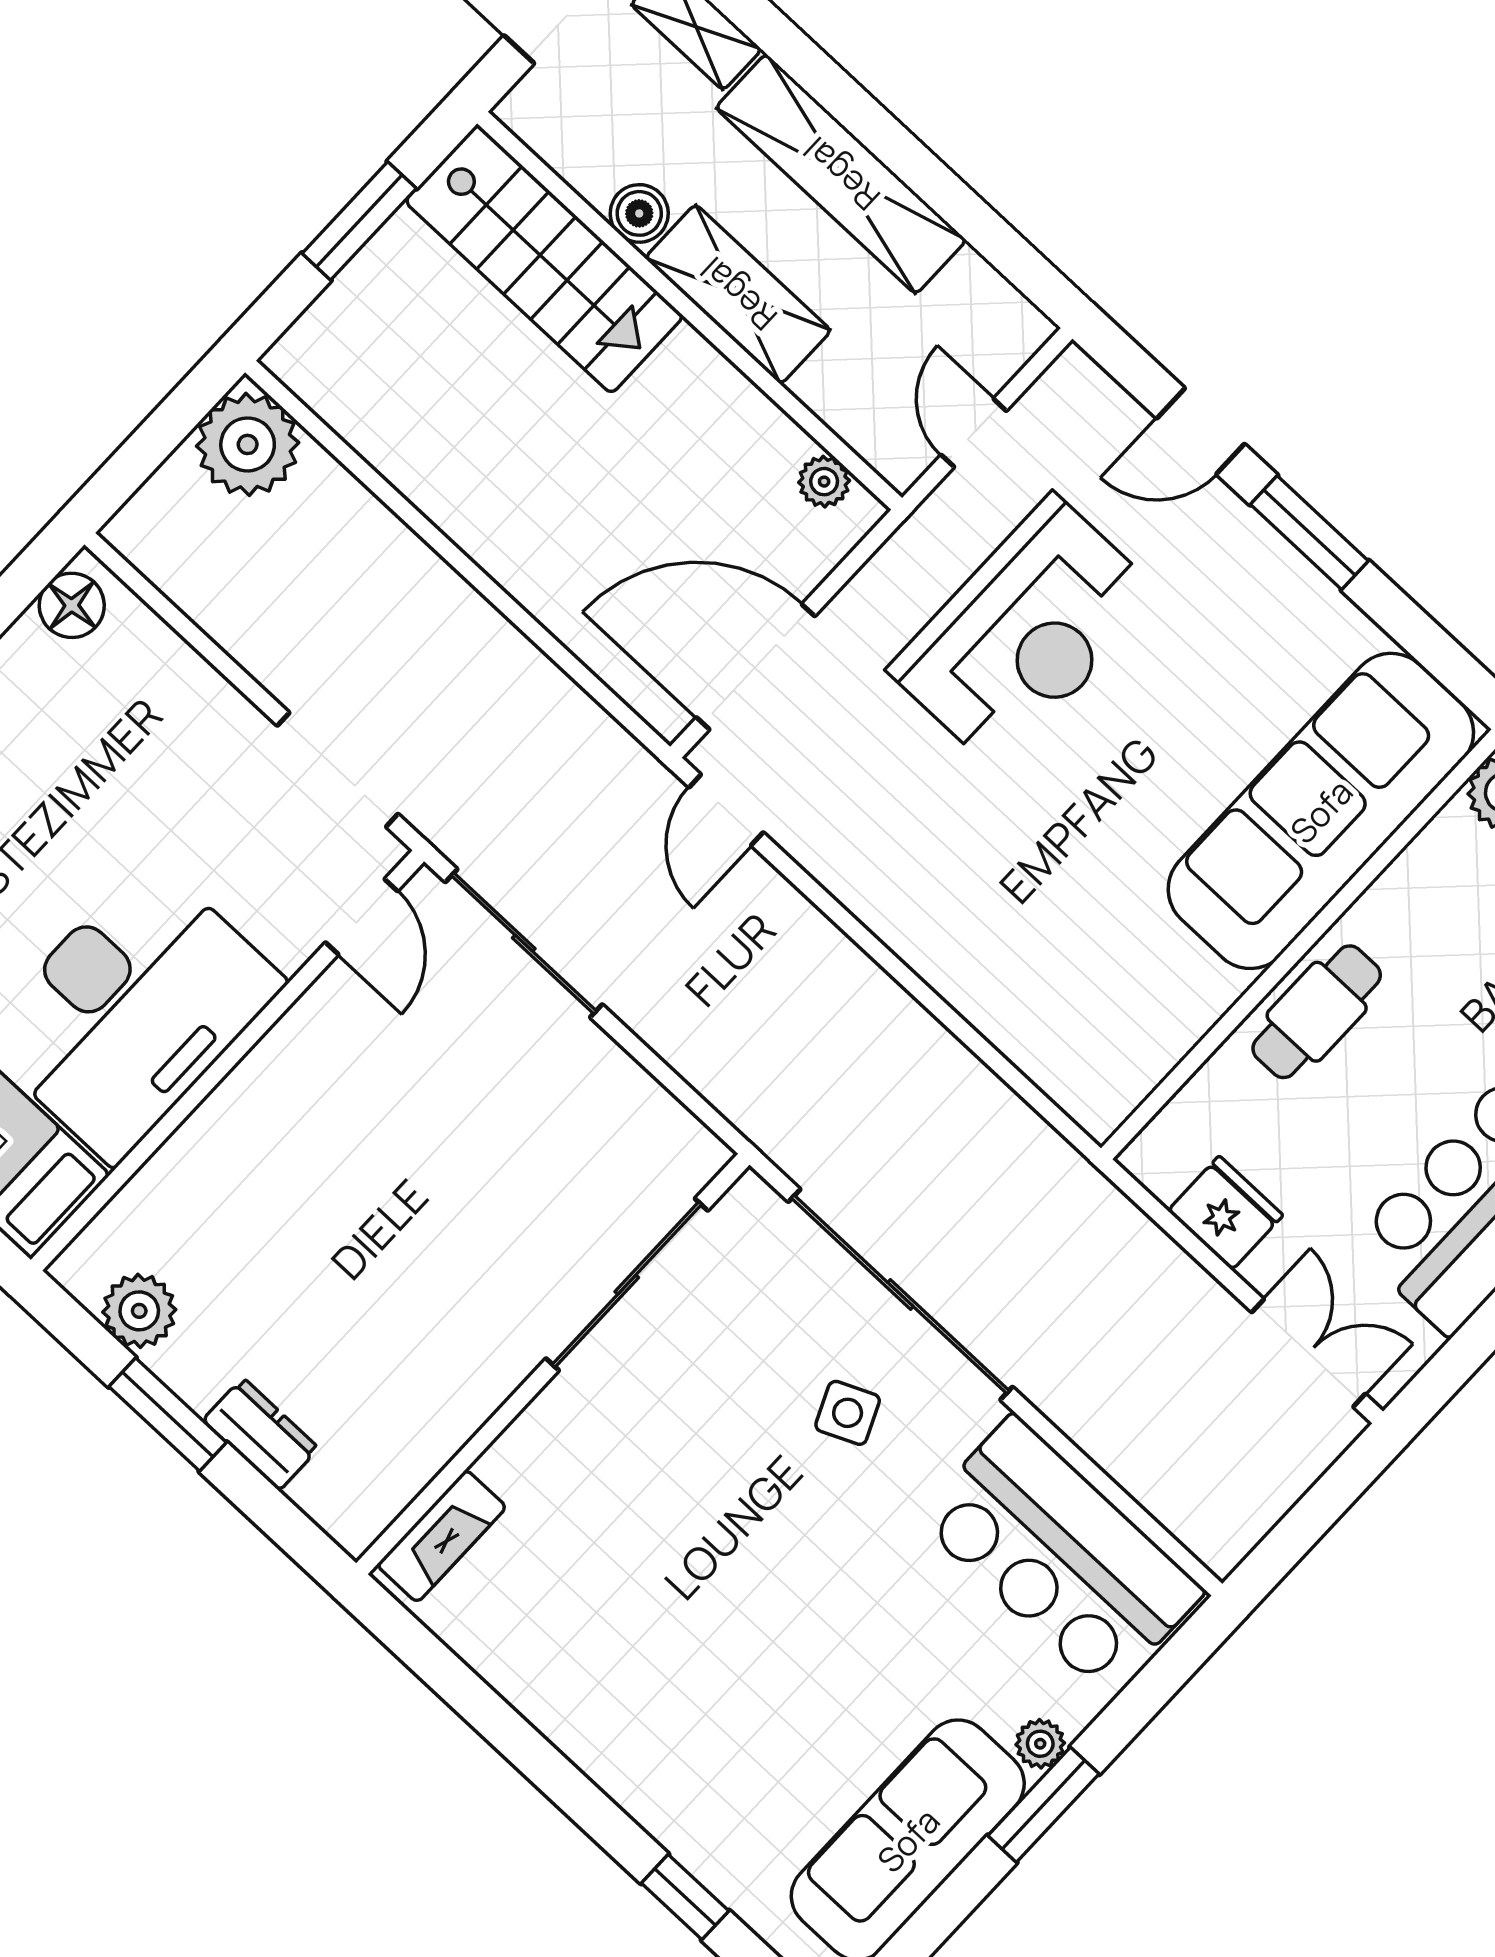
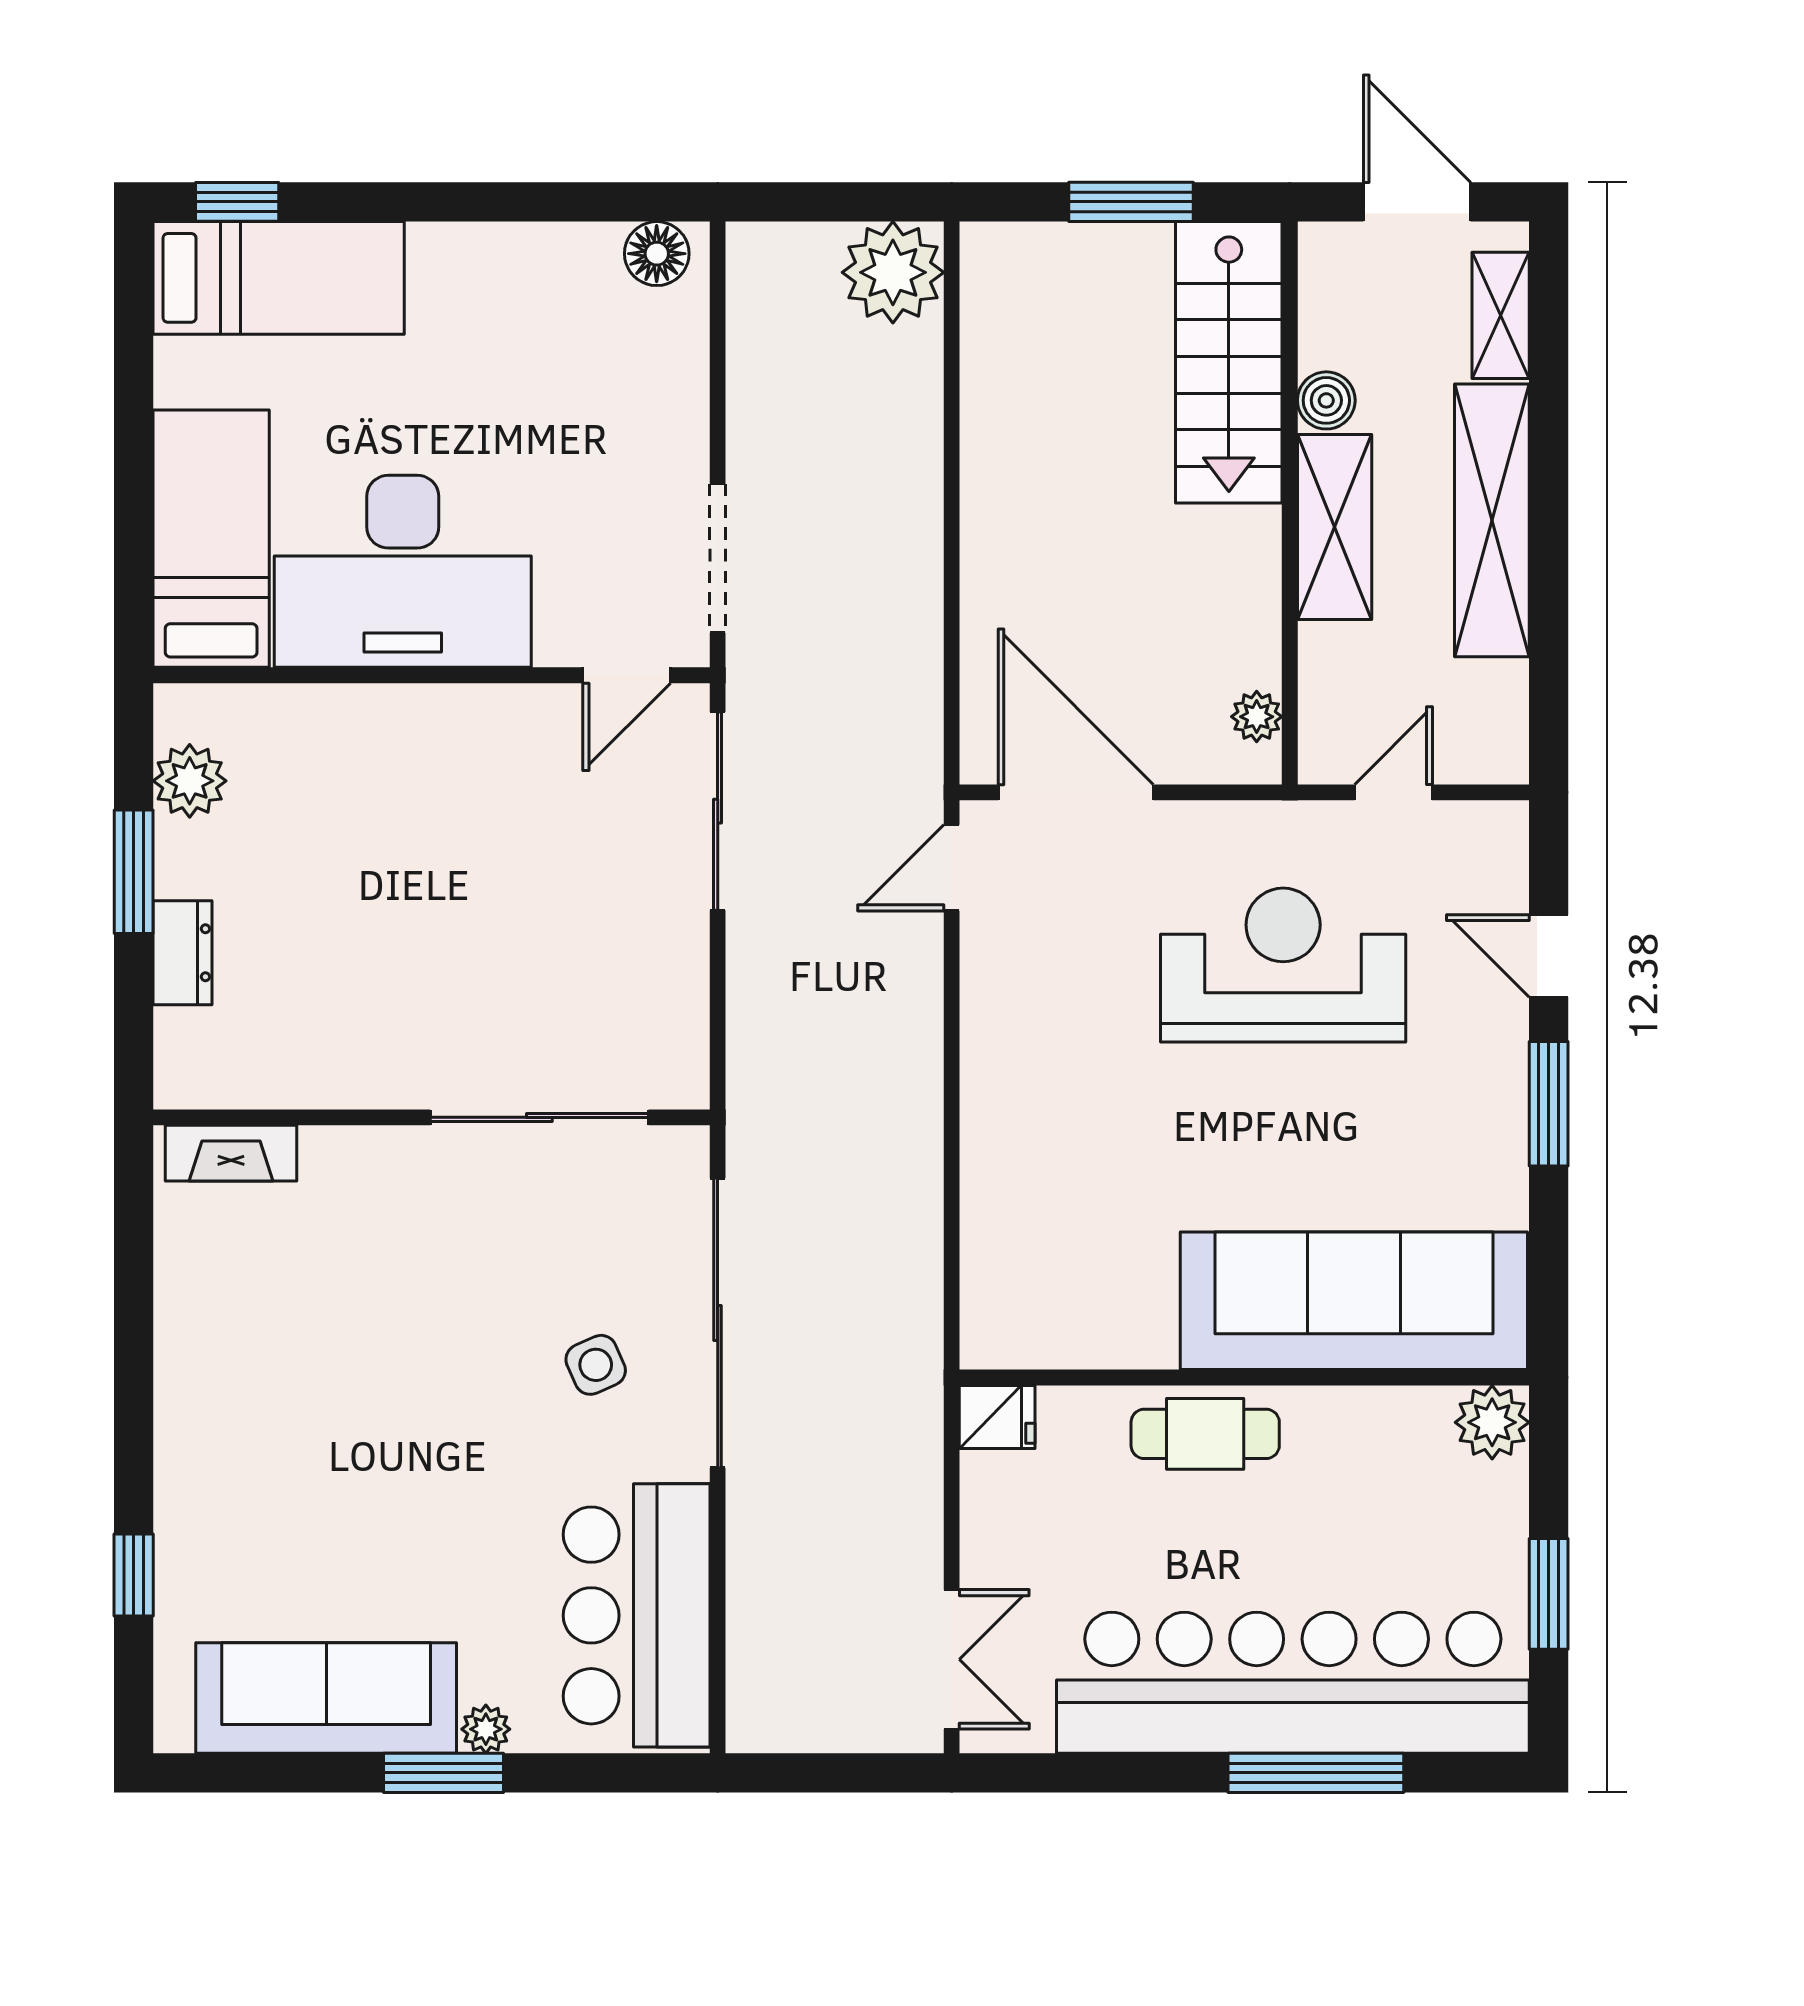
reception desk: (1025, 633) -> (1283, 965), turned 180
fridge: (1225, 1213) -> (997, 1417), moved, width x0.72

